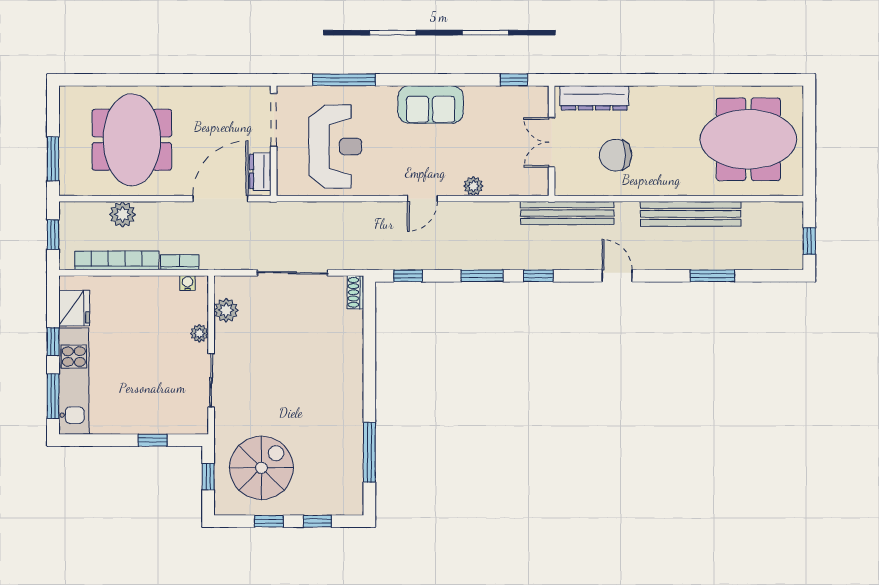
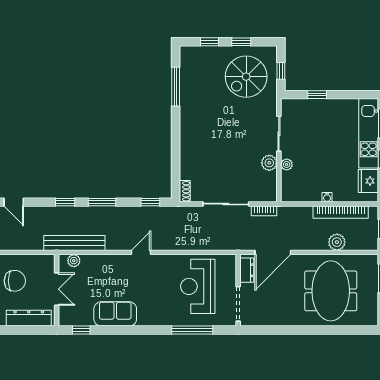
sofa: (431, 104) -> (115, 314), moved
plant: (473, 186) -> (74, 261), moved
bench: (567, 213) -> (74, 243), moved
bookcase: (180, 262) -> (264, 211), moved
water cooler: (187, 283) -> (327, 197), moved
plant: (226, 310) -> (269, 163), moved

